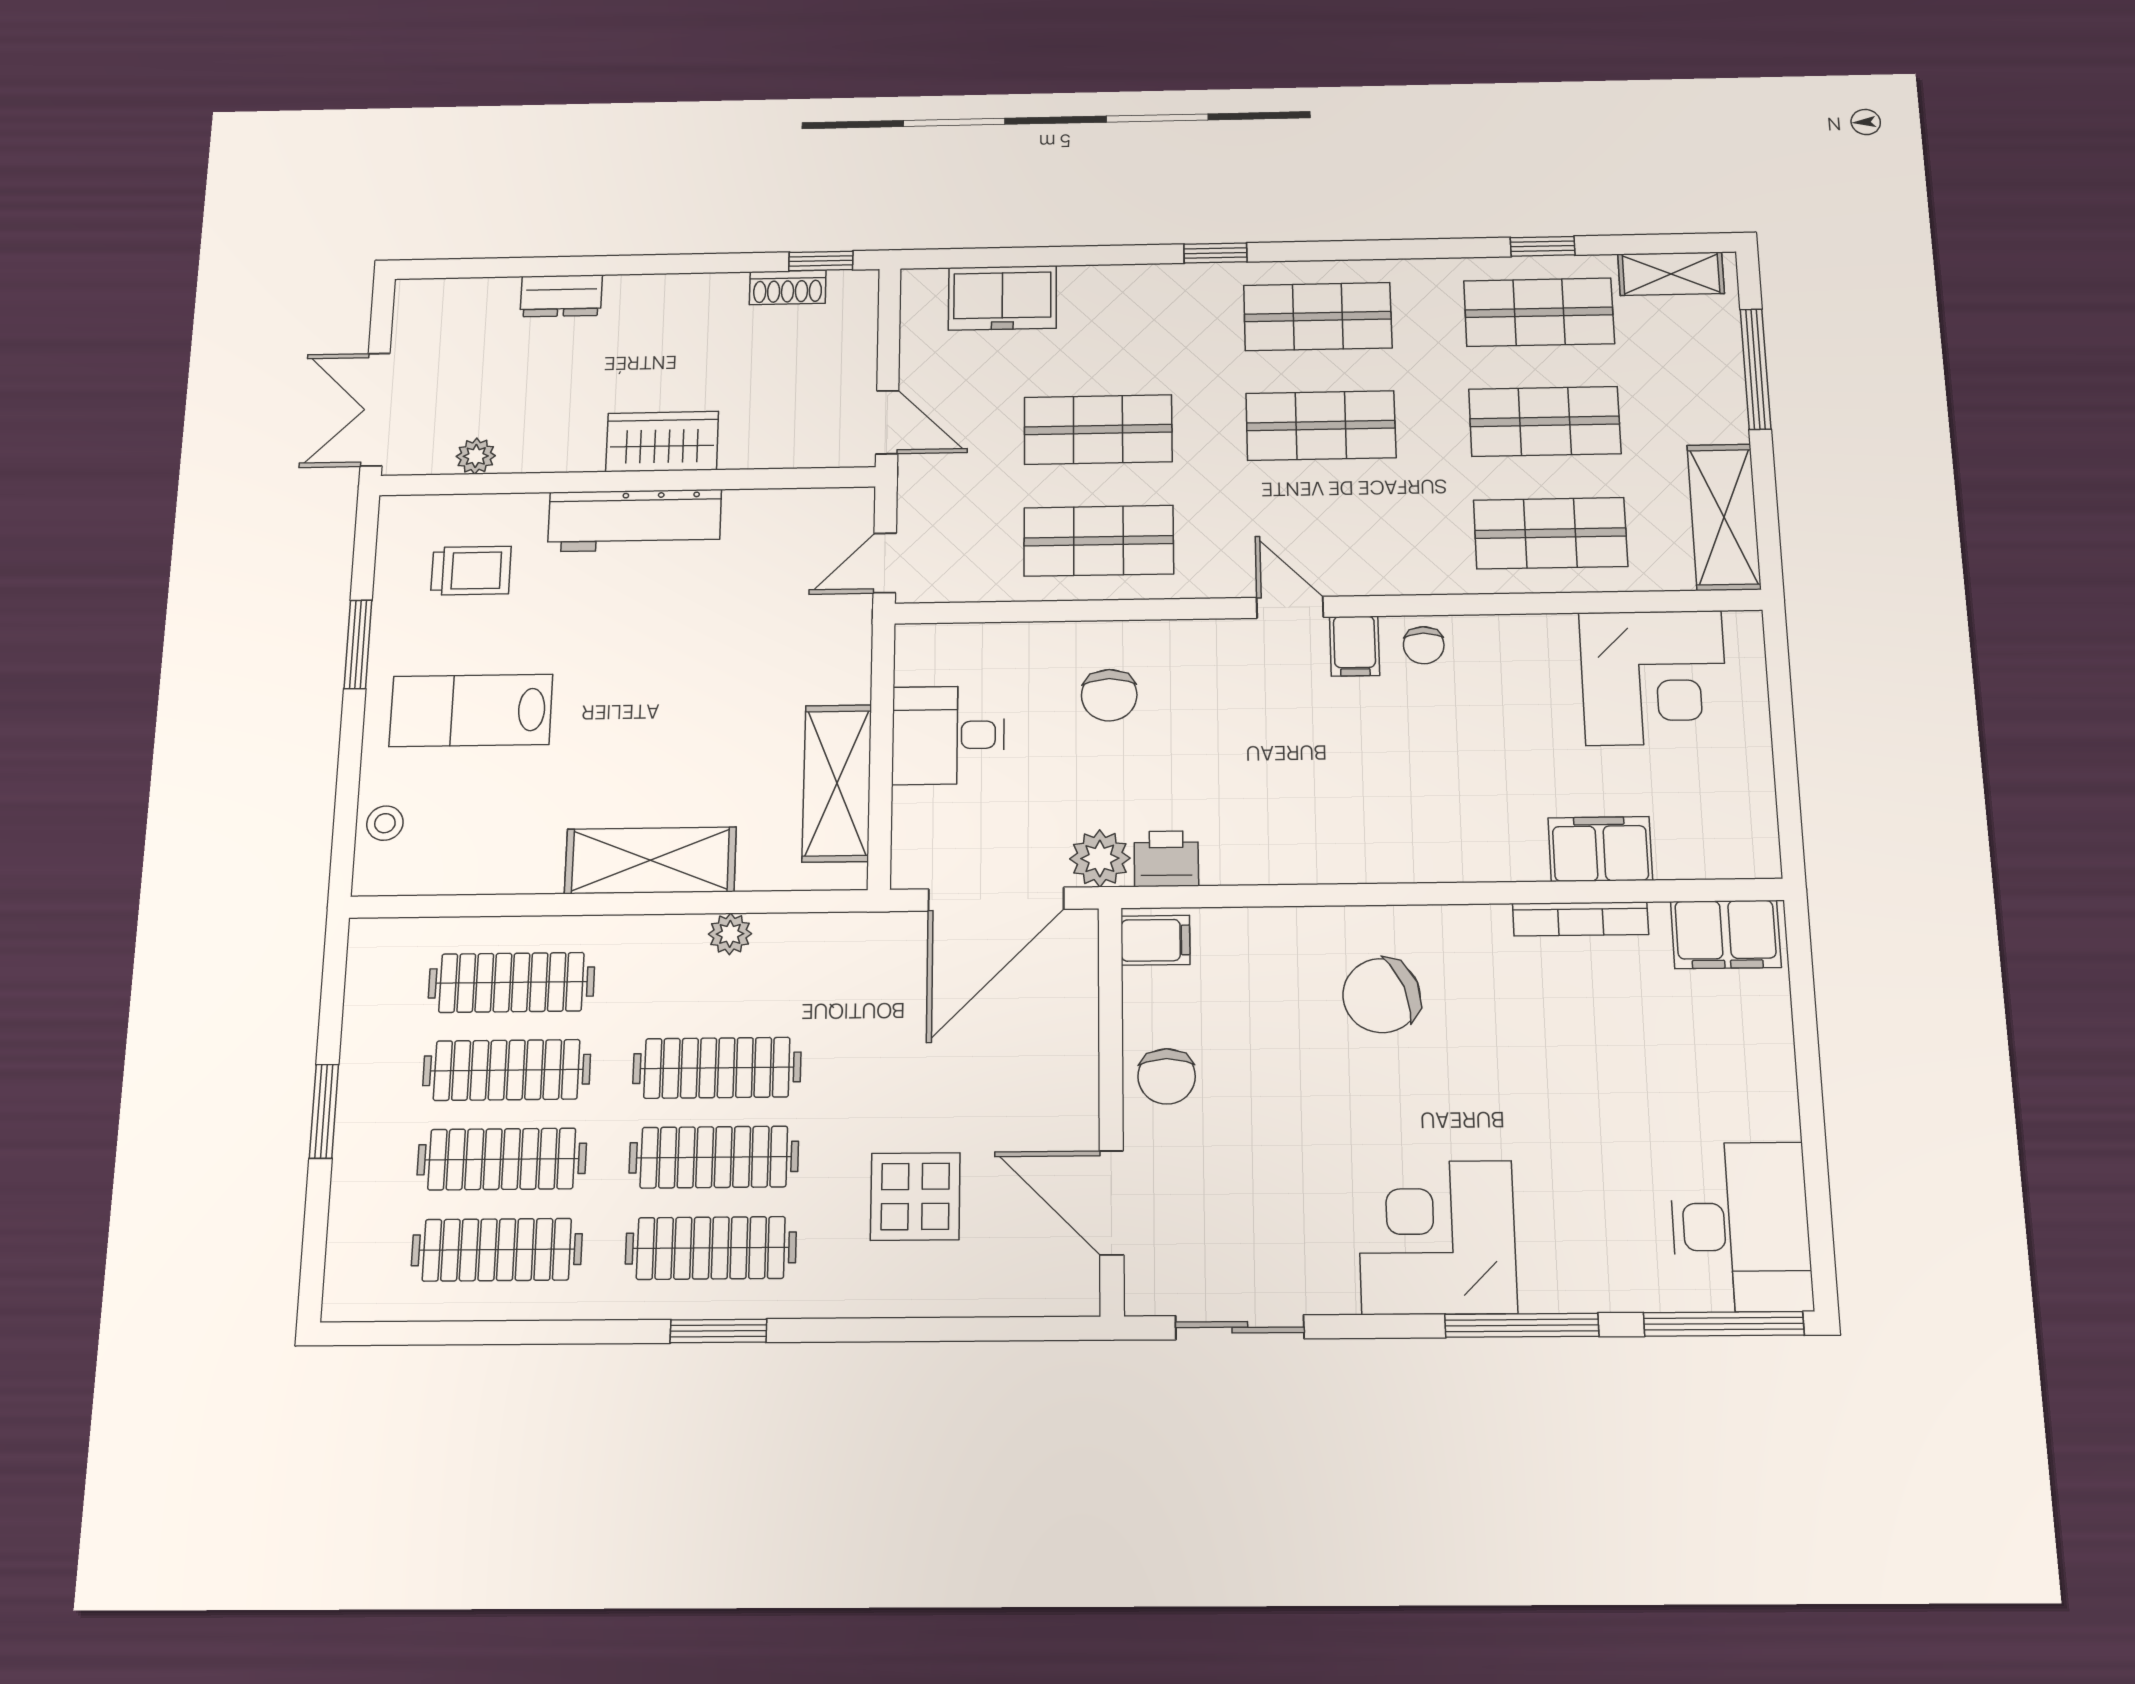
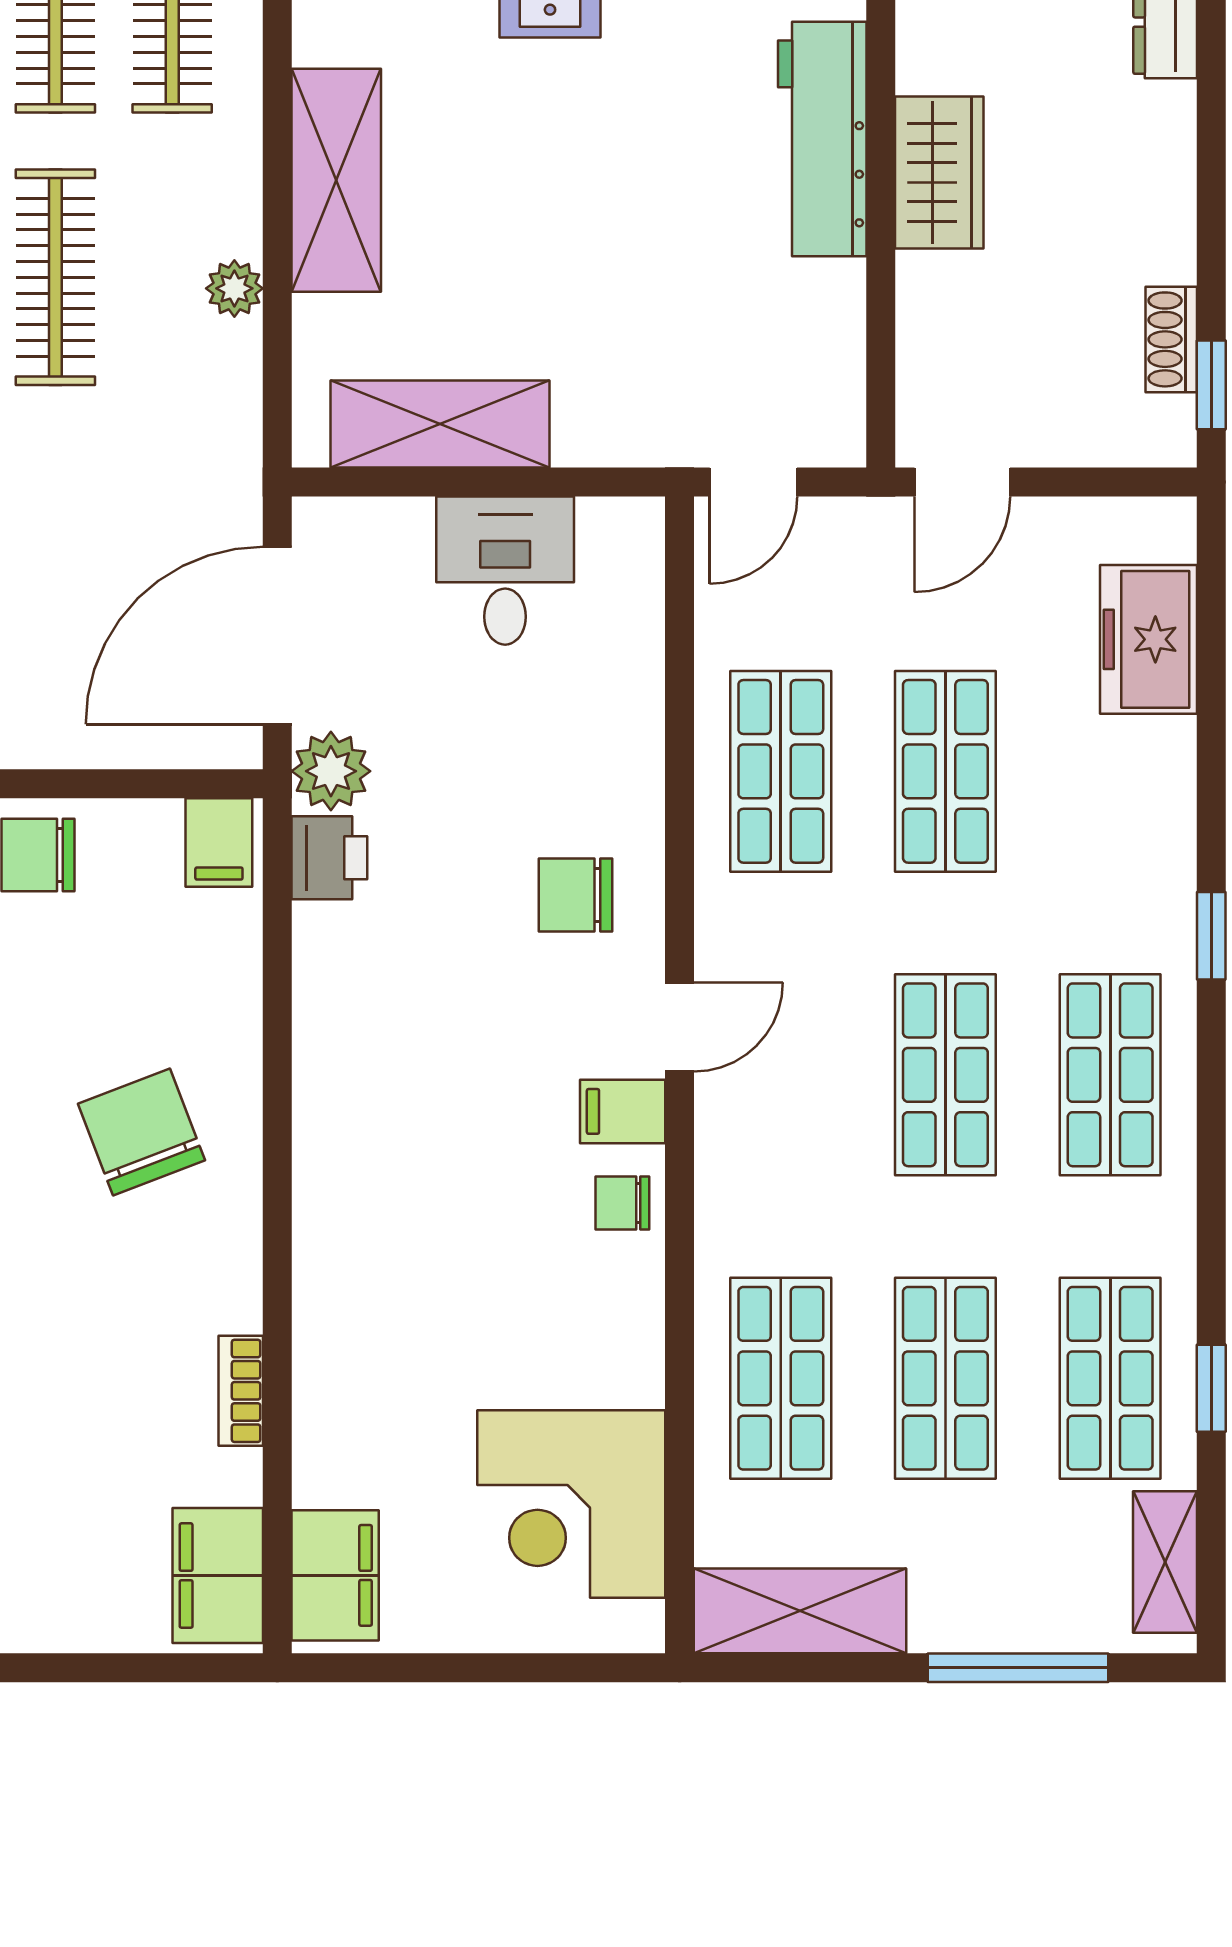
door: (885, 563) -> (753, 482), swing flipped
chair: (1109, 695) -> (575, 895), moved
filing cabinet: (1600, 849) -> (335, 1575), moved
door: (996, 899) -> (277, 635), hinge flipped
bookcase: (1580, 919) -> (241, 1391), width x0.64

